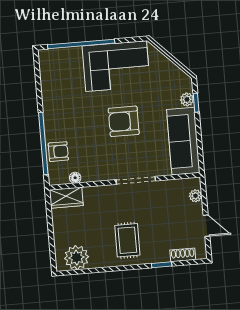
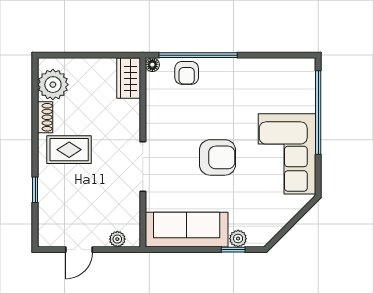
armchair: (124, 121) -> (217, 157), turned 90
floor lamp: (75, 178) -> (152, 65), moved
shoe rack: (183, 255) -> (45, 117), moved

